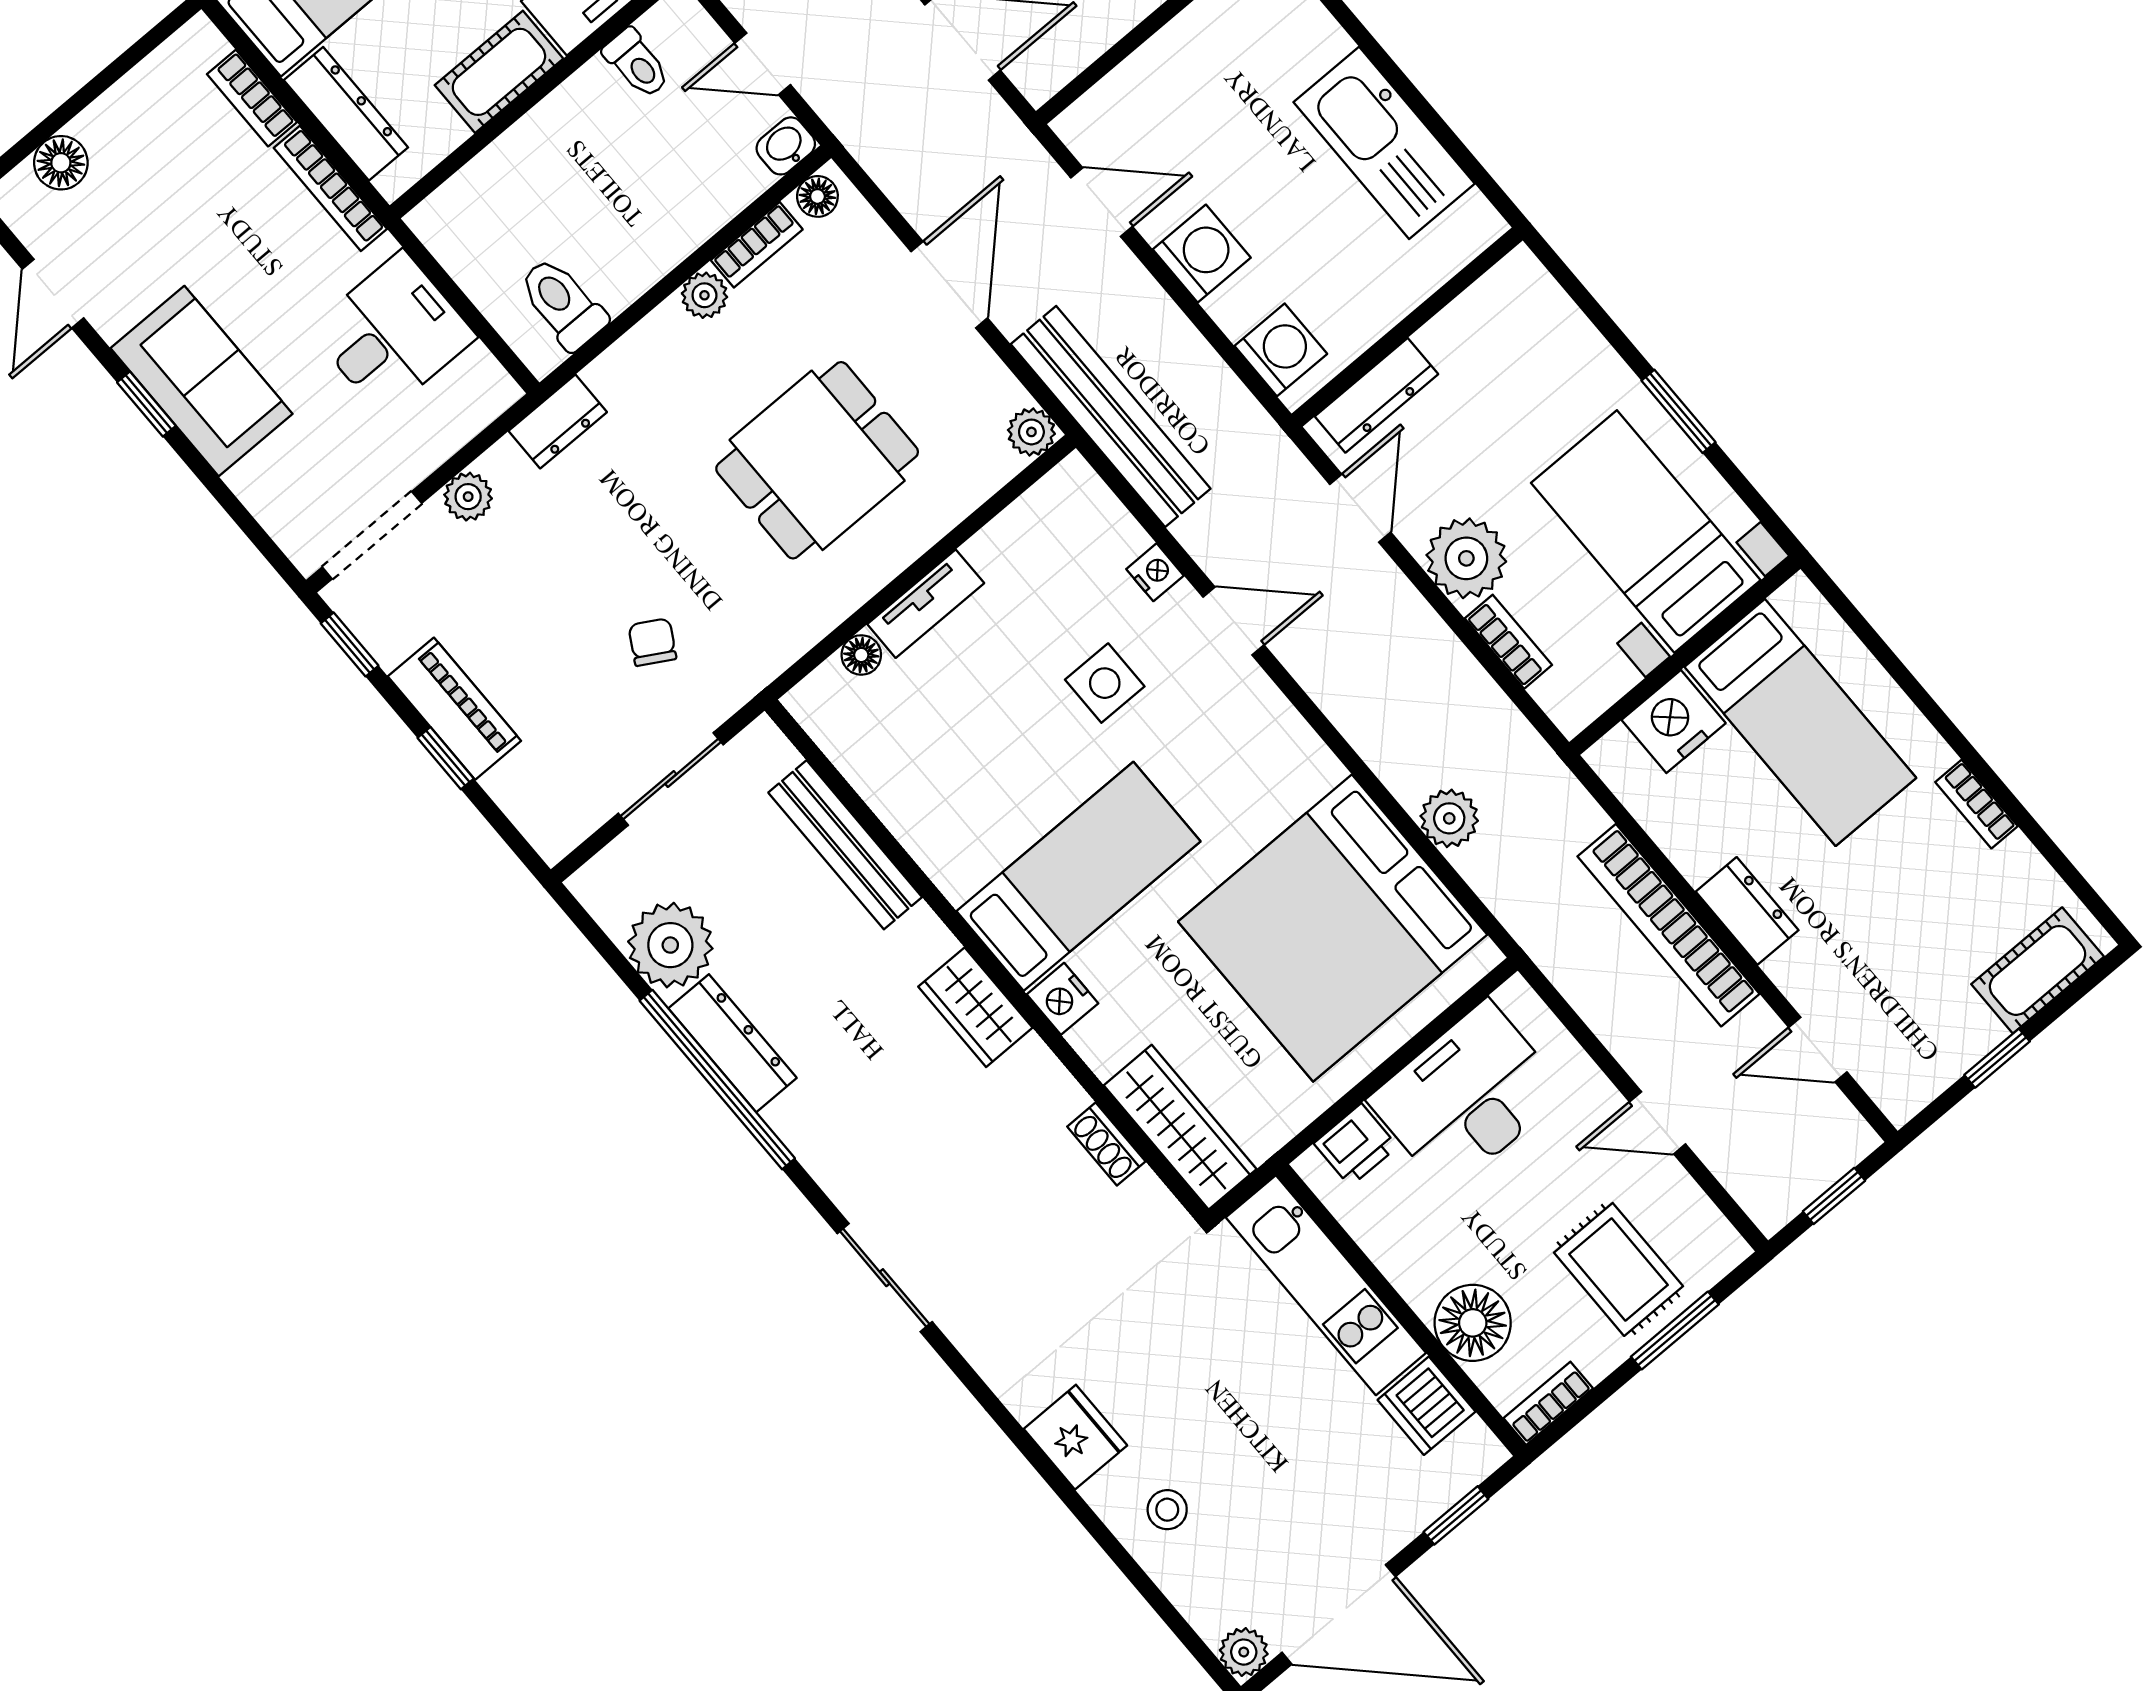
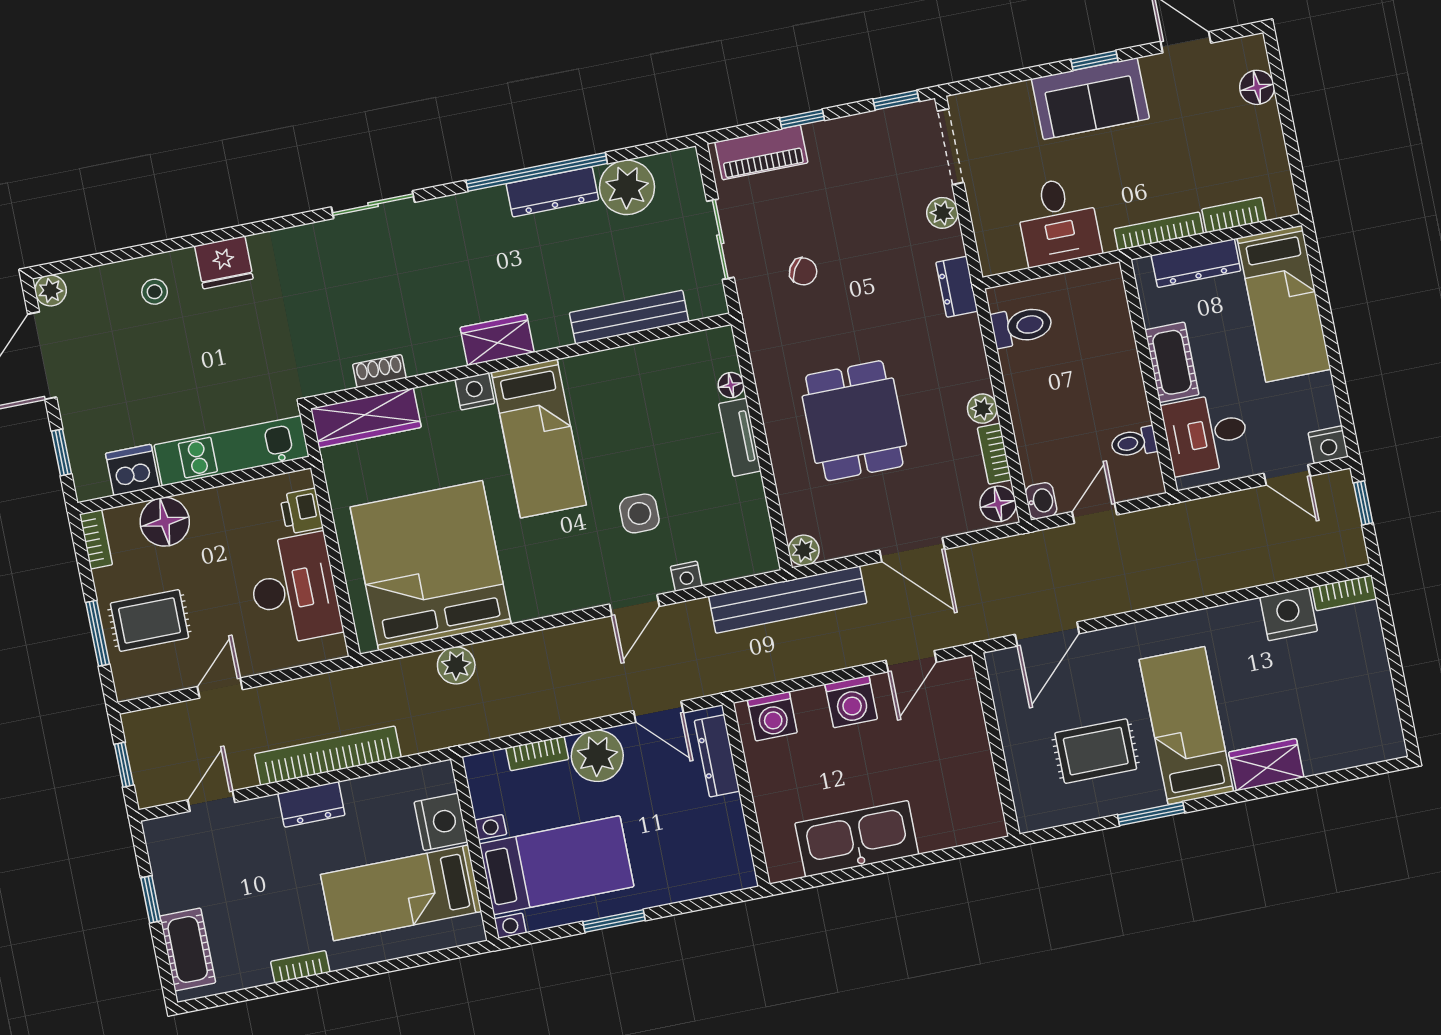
floor lamp: (817, 196) -> (998, 504), width x1.37, depth x1.37
piano: (454, 709) -> (761, 152), moved

